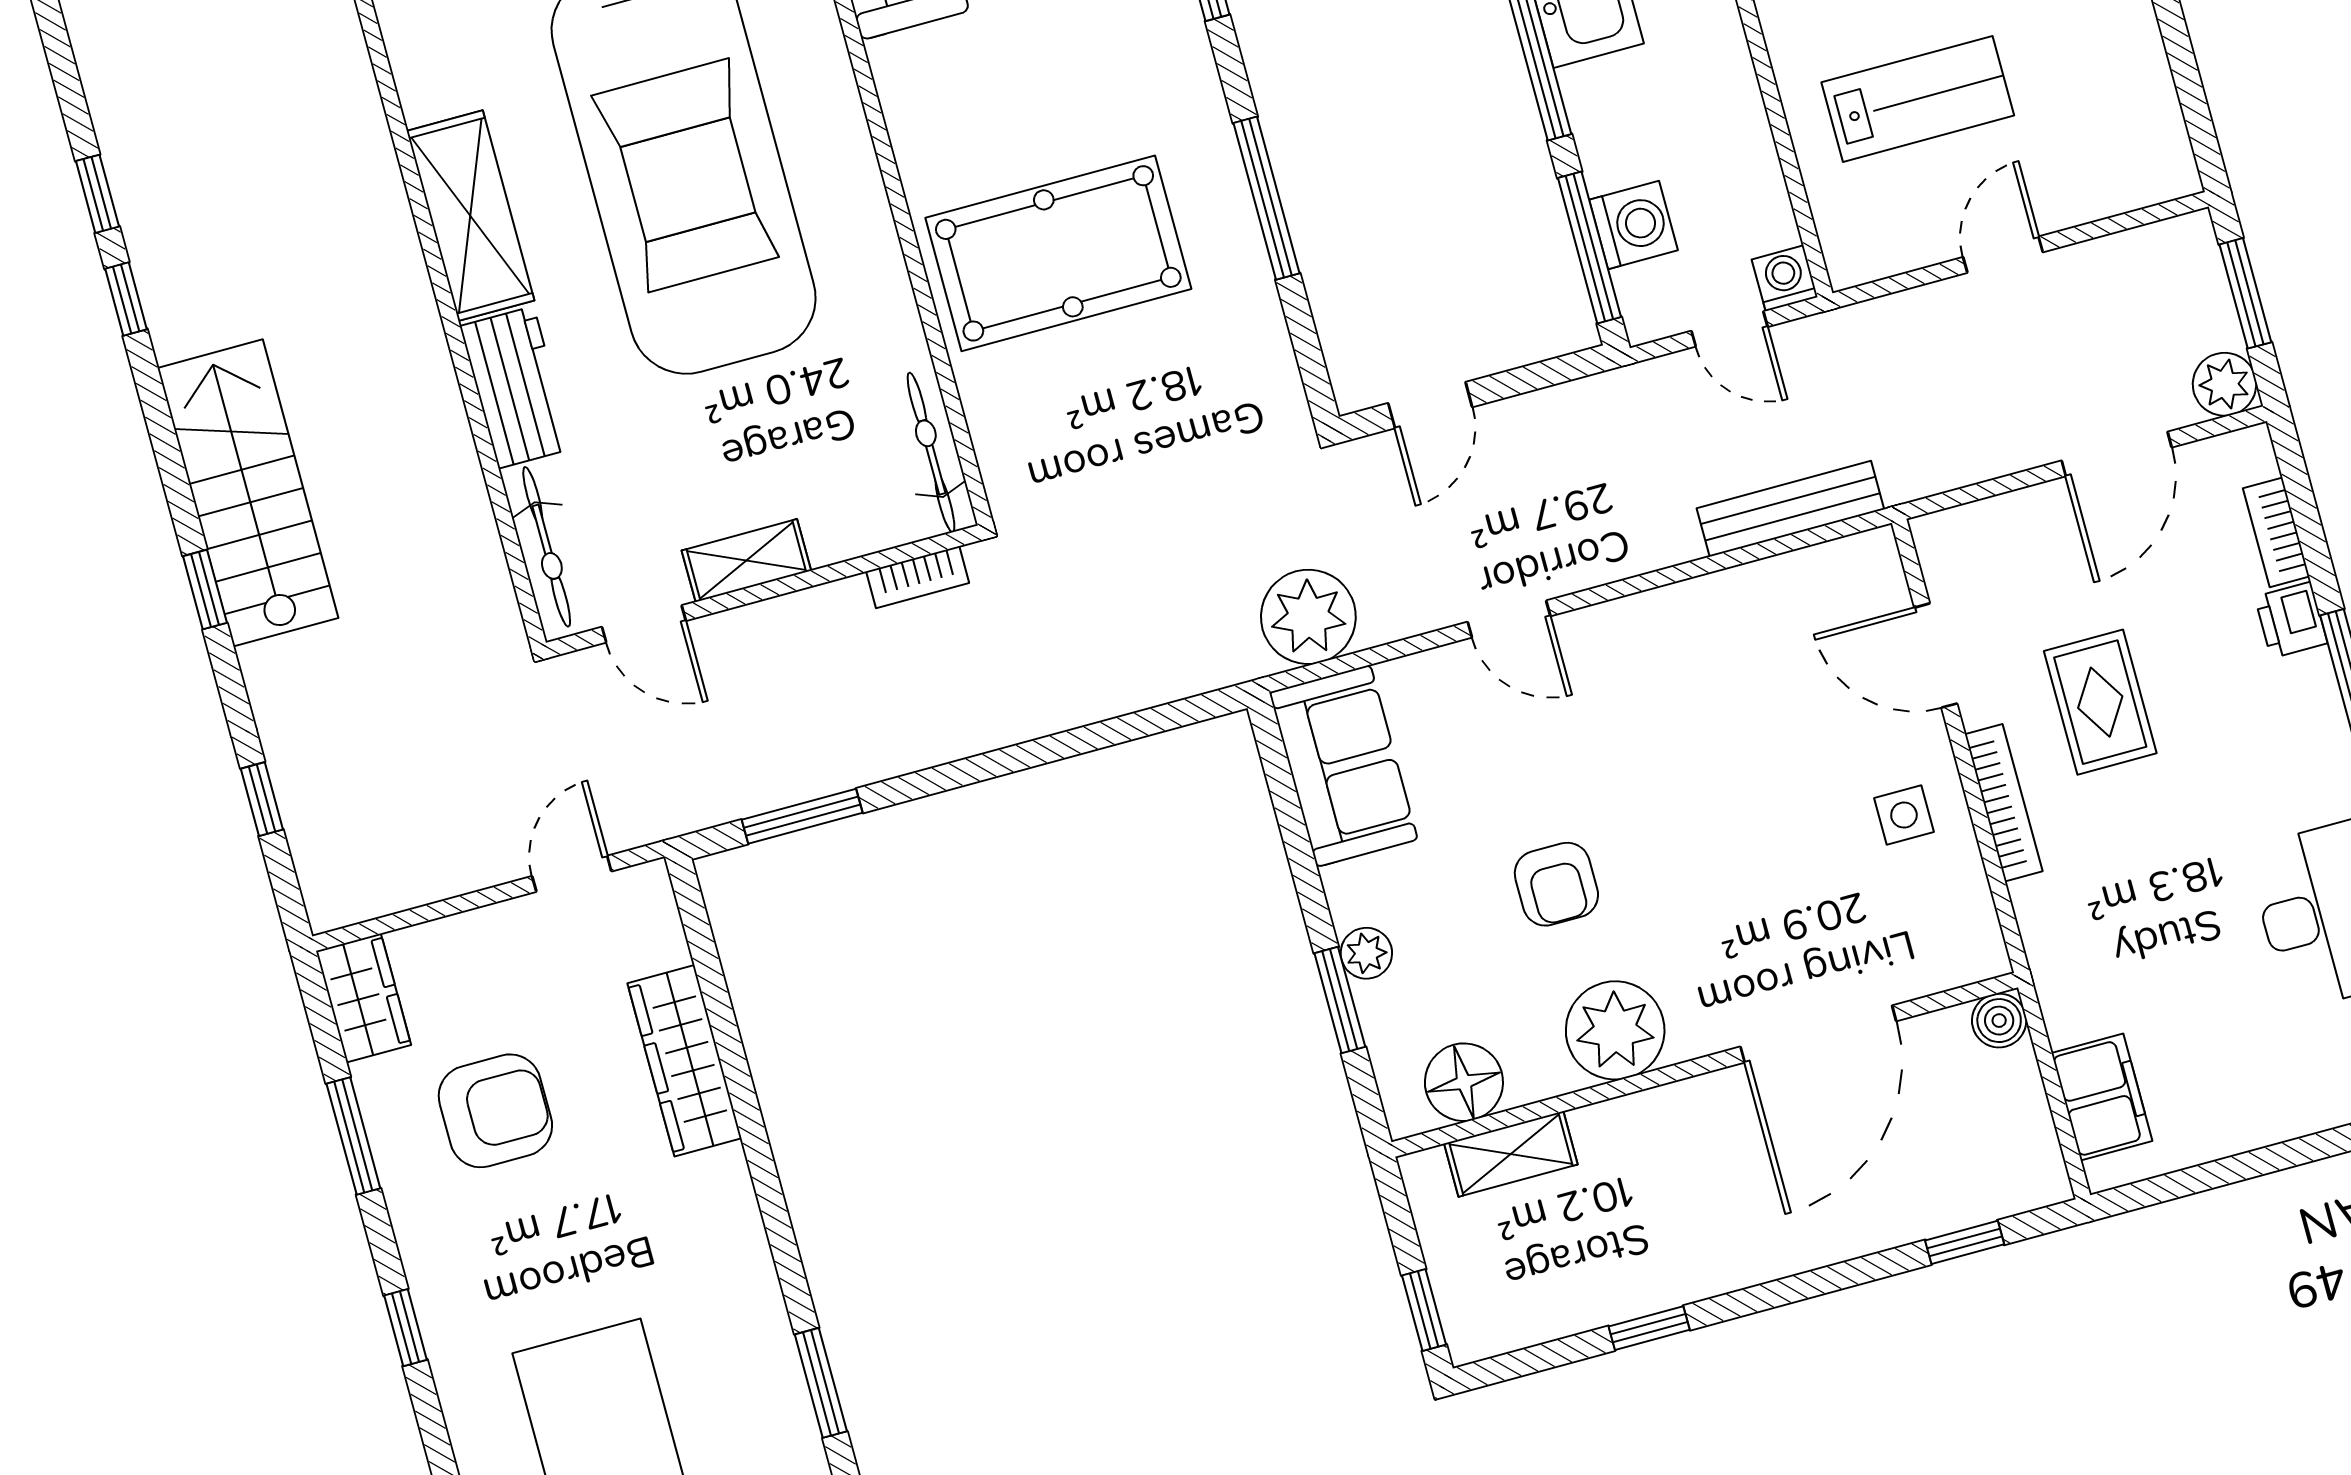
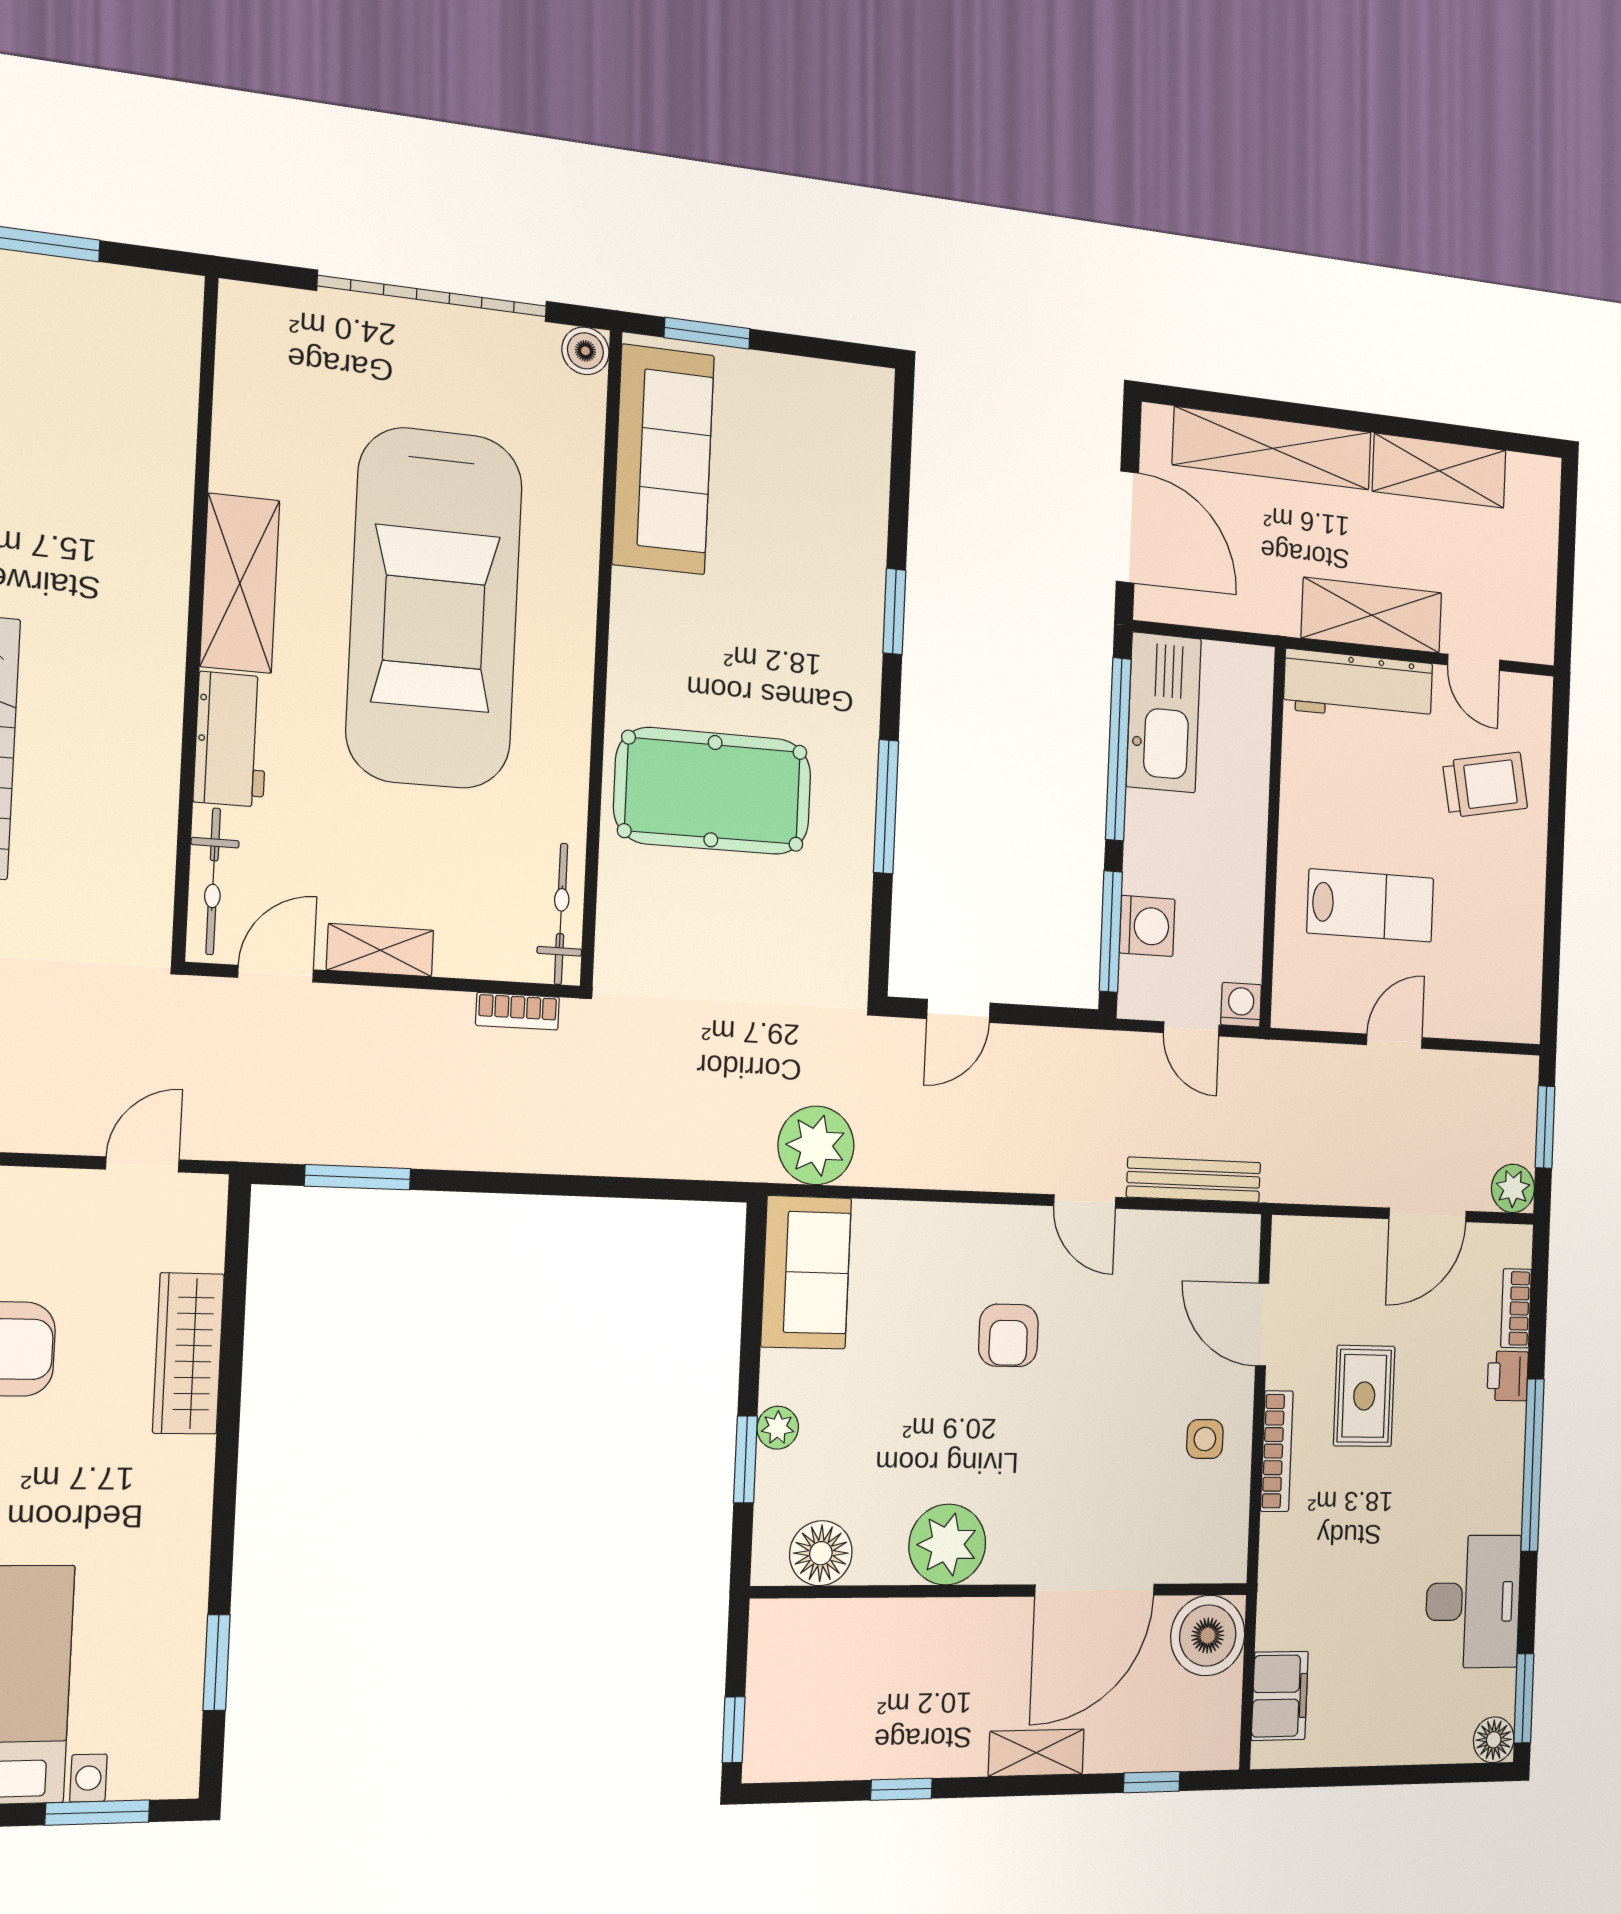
door: (1509, 619) -> (1085, 1201), moved
door: (644, 624) -> (276, 974), swing flipped
armchair: (1556, 884) -> (1008, 1335), moved
boiler: (1999, 1021) -> (1208, 1635), width x1.86, depth x1.86
shelving: (1511, 1154) -> (1036, 1753), moved

